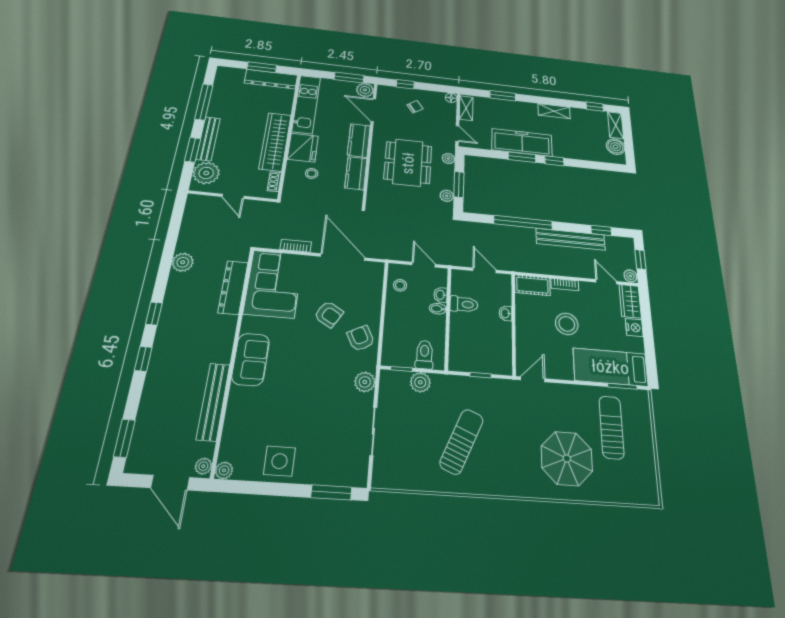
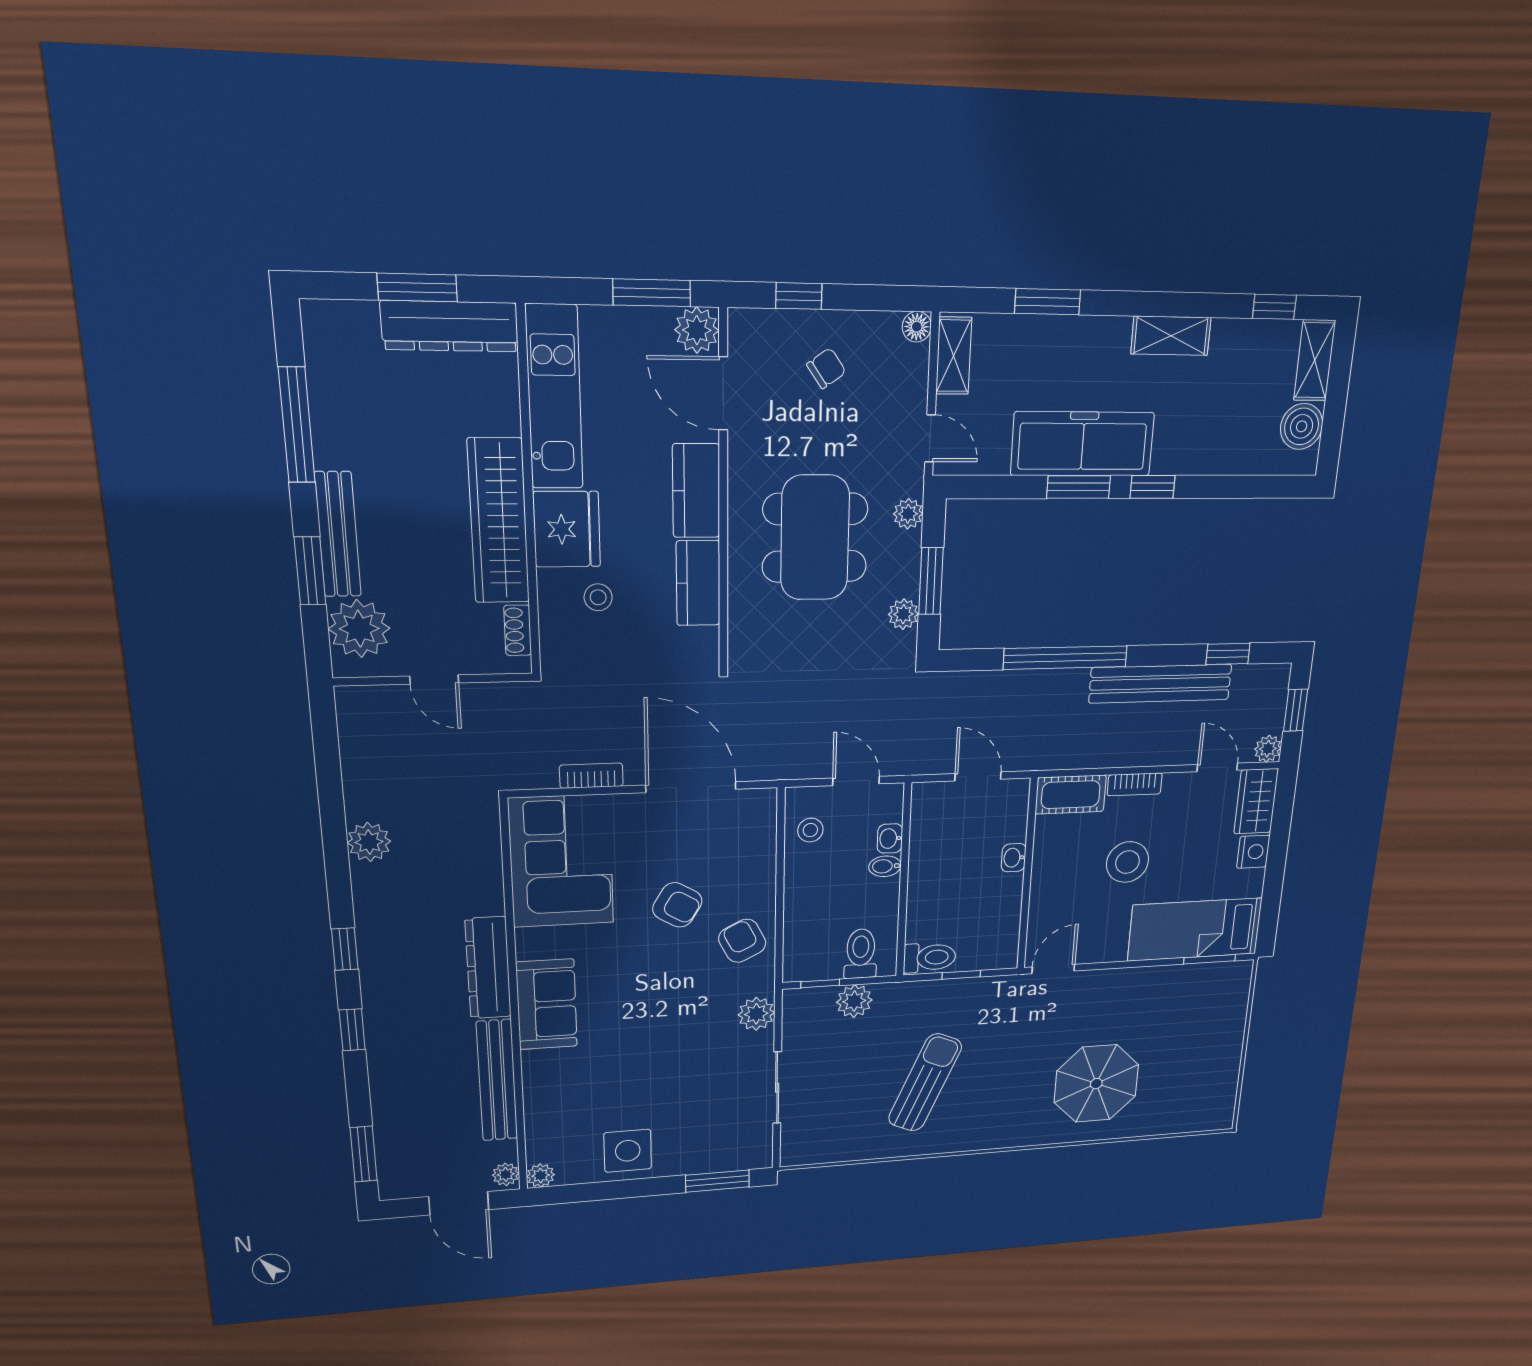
dresser: (233, 287) -> (488, 968), moved
toilet: (464, 304) -> (930, 958), moved
sun lounger: (611, 427) -> (1178, 1027), removed

